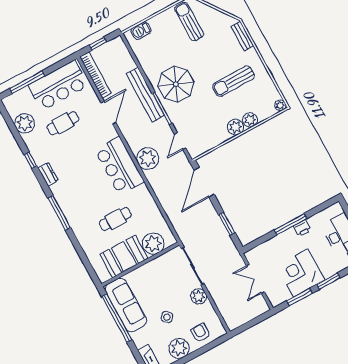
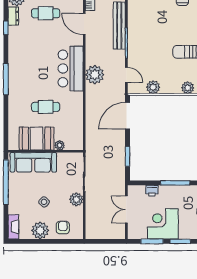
parasol: (176, 84) -> (147, 30), removed
door: (108, 113) -> (84, 24), swing flipped
plant: (235, 127) -> (153, 87), moved
door: (180, 141) -> (126, 75), swing flipped
dresser: (48, 174) -> (13, 16), moved
printer: (302, 228) -> (152, 191), moved
plant: (153, 244) -> (60, 145), width x0.53, depth x0.53
sofa: (126, 305) -> (33, 162), moved, turned 90

